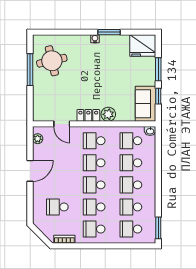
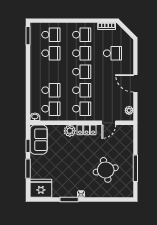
round table: (52, 61) -> (106, 170), moved
door: (62, 124) -> (109, 123), swing flipped
door: (30, 171) -> (135, 83), hinge flipped
school desk: (131, 185) -> (51, 72), removed

